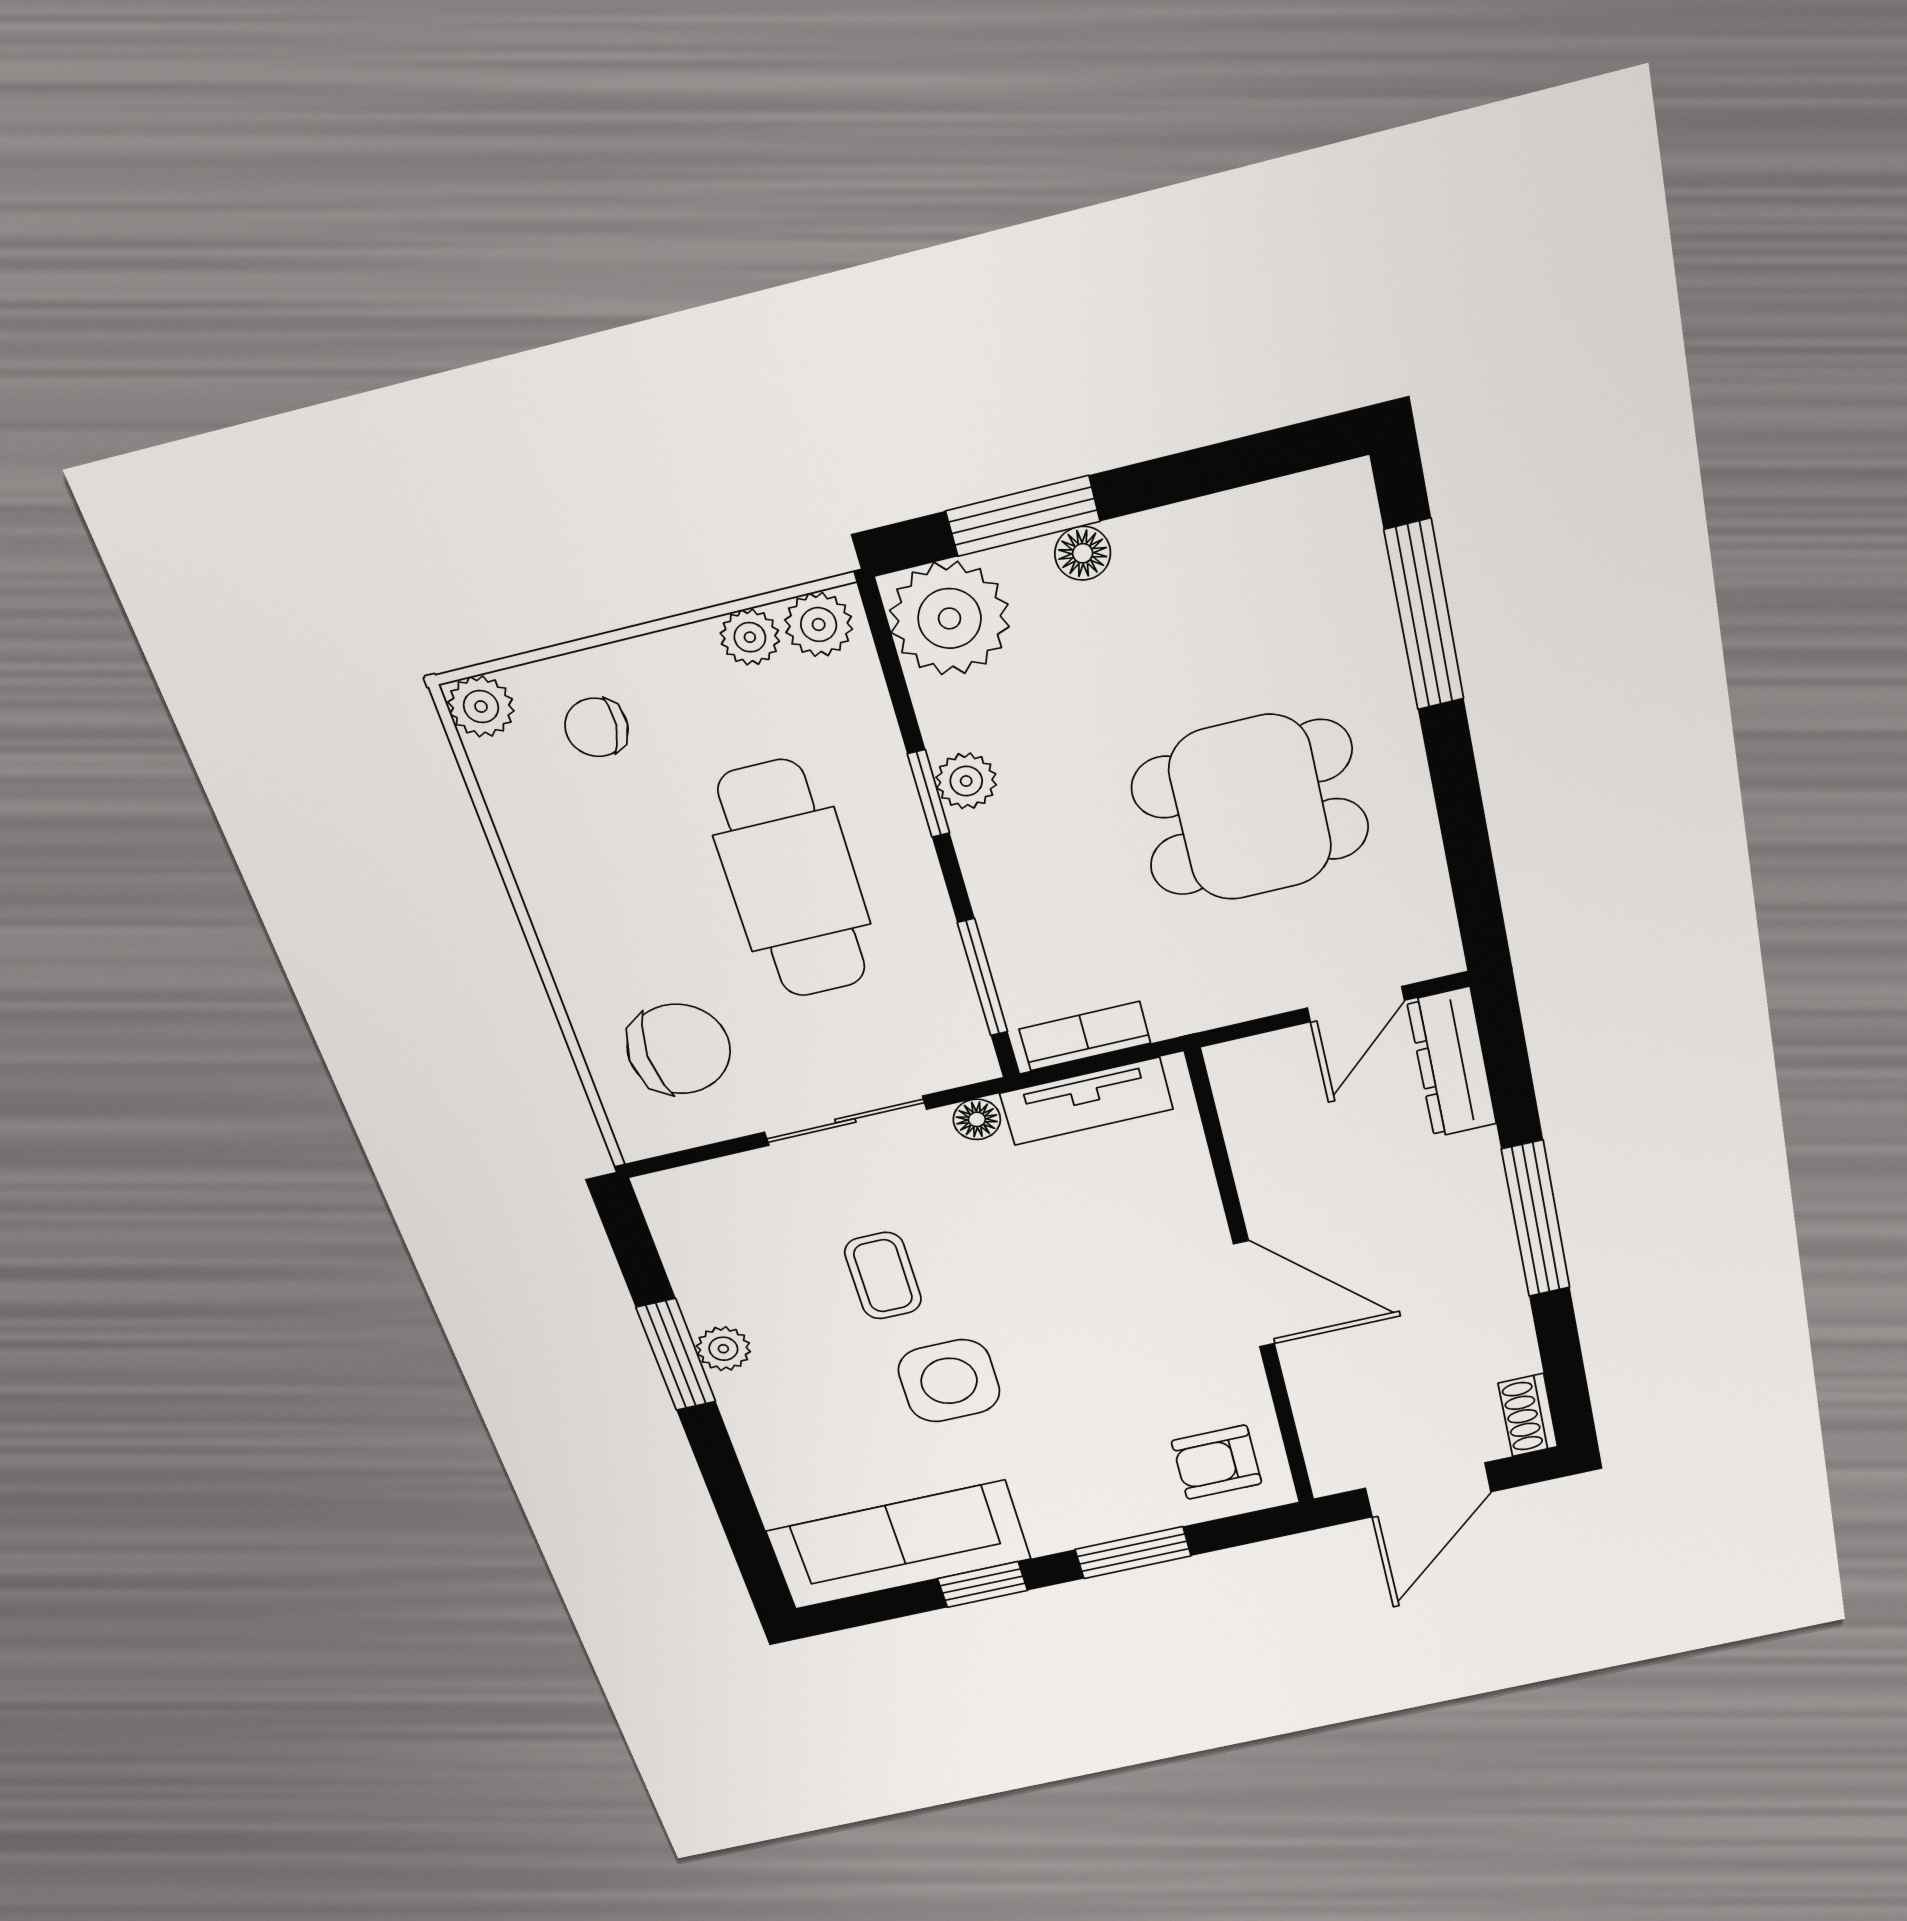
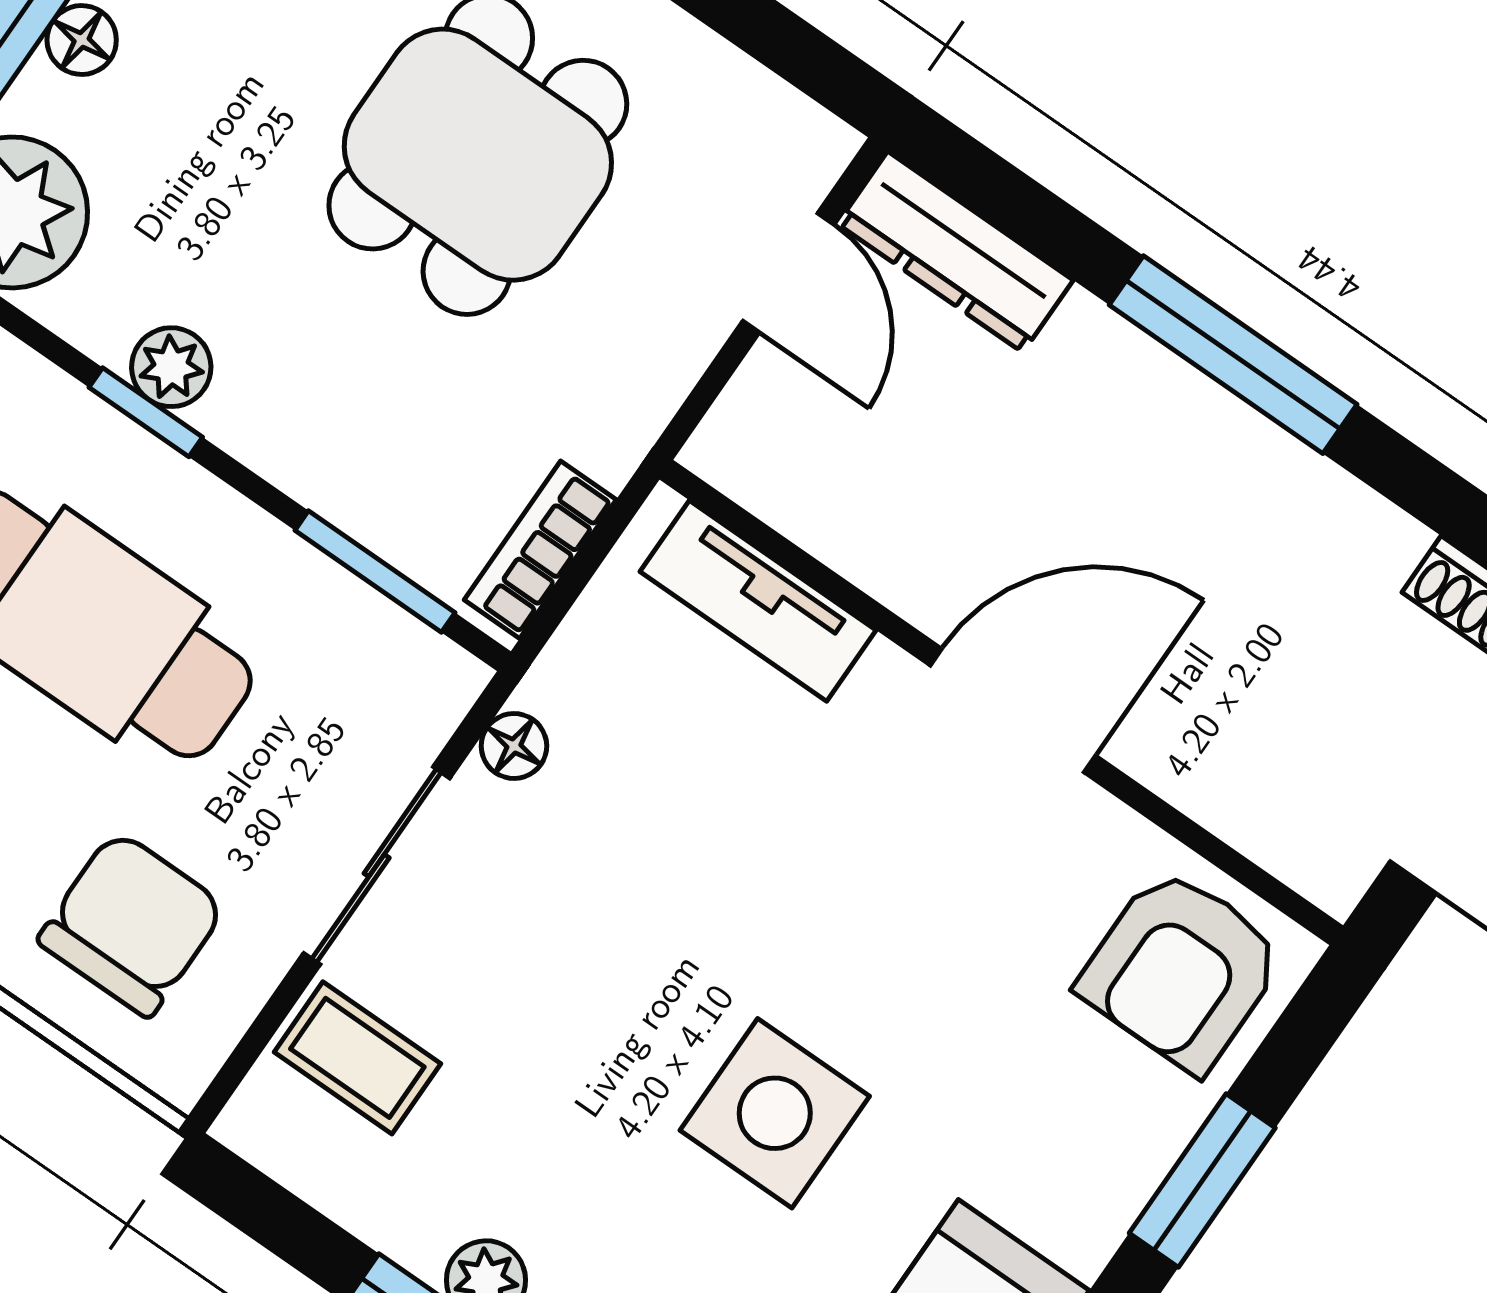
tv unit: (1087, 1101) -> (758, 601), moved, turned 90
coffee table: (883, 1276) -> (357, 1058), moved
armchair: (1217, 1462) -> (1181, 970), width x1.38, depth x1.38

